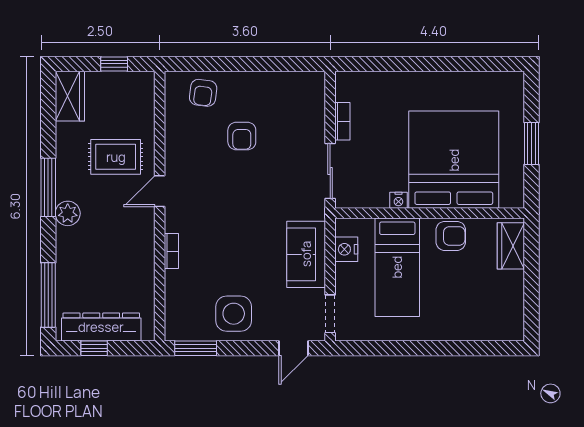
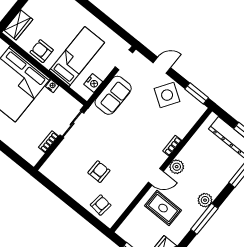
plant: (142, 227) -> (177, 167), added
side table: (234, 314) -> (167, 95), turned 33
door: (294, 348) -> (162, 65), moved

